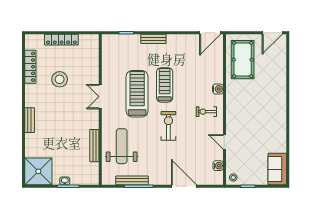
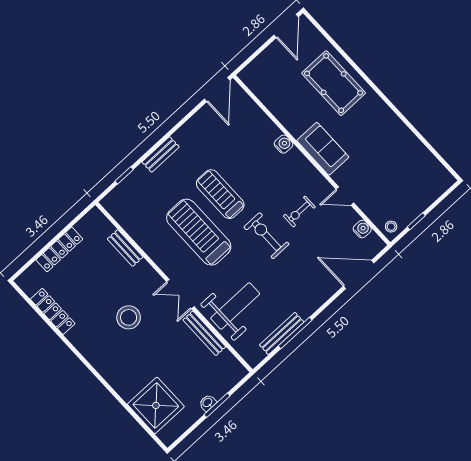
pool table: (243, 60) -> (334, 83), moved
stool: (60, 79) -> (129, 317), moved
double door: (100, 97) -> (180, 294), moved
exercise bike: (206, 112) -> (299, 211), moved
bench: (30, 120) -> (125, 248), moved
weight bench: (122, 146) -> (235, 306), turned 90
sofa: (277, 169) -> (323, 149), moved, turned 180
shower: (38, 171) -> (156, 405), moved
door: (184, 186) -> (359, 274), moved

